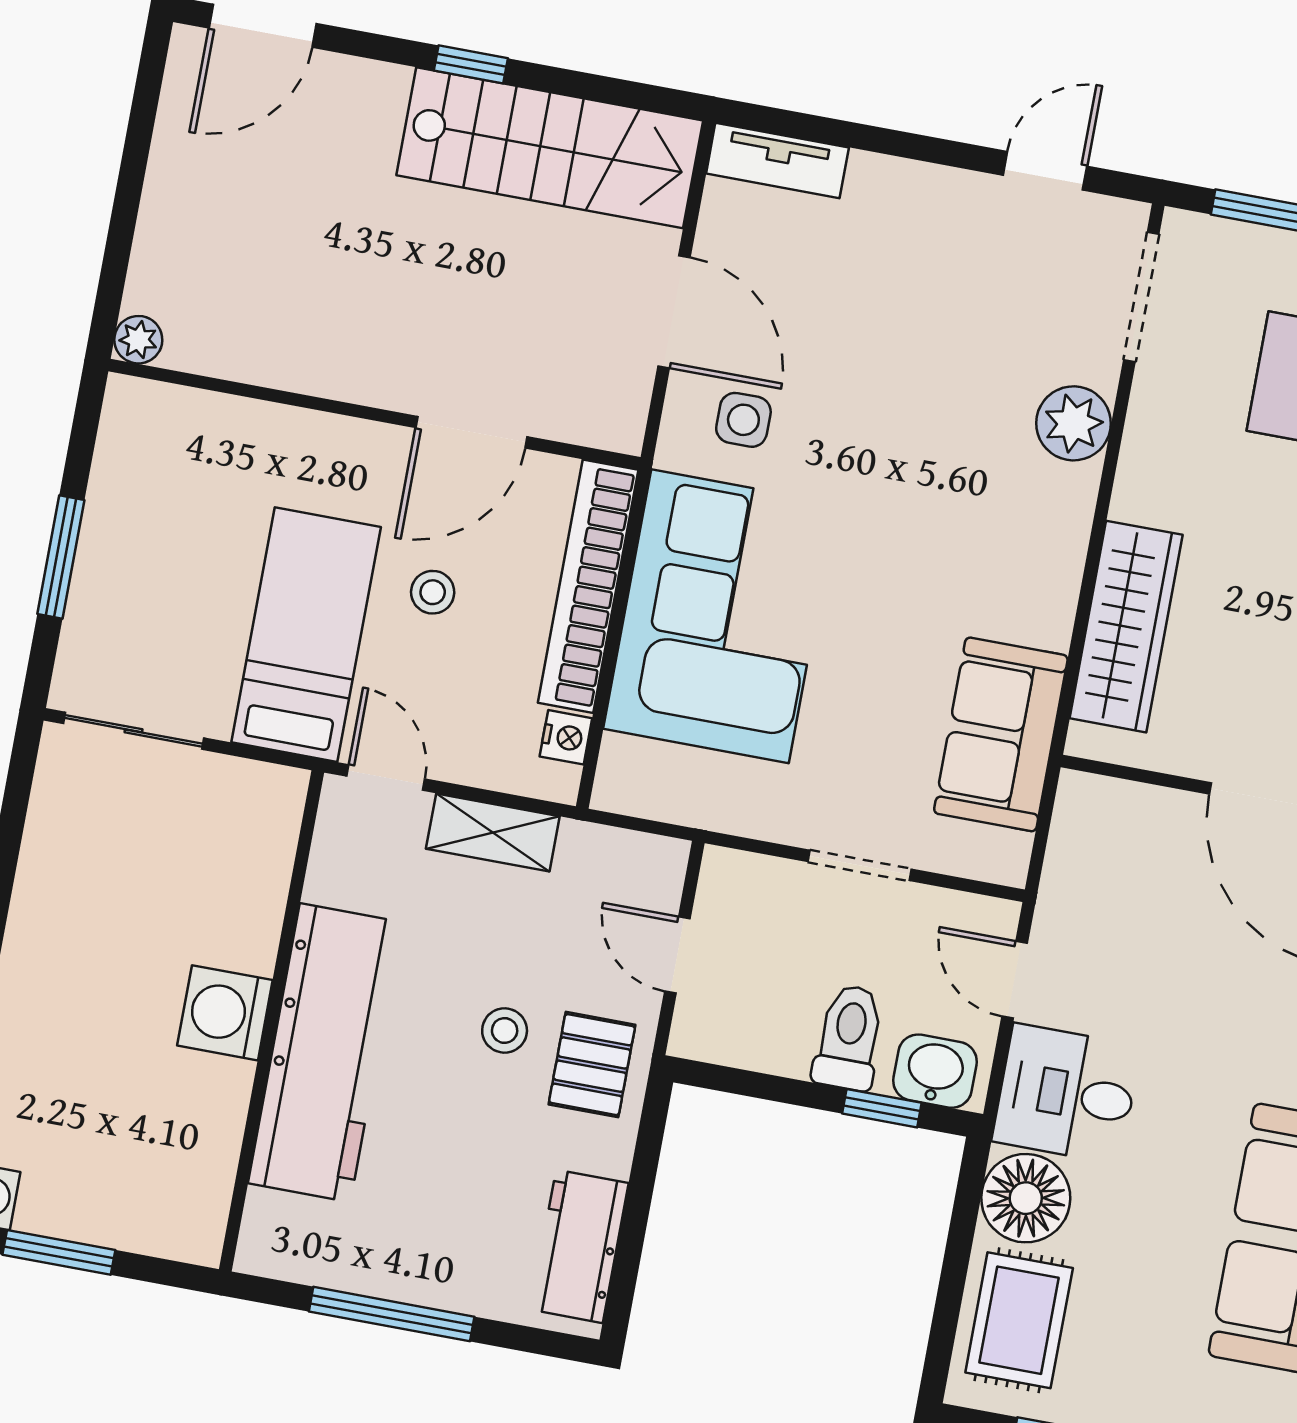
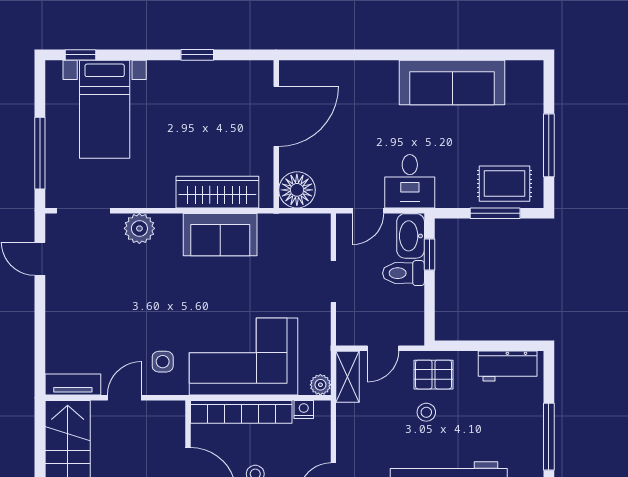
tv unit: (777, 160) -> (73, 384), moved, turned -90
door: (674, 312) -> (124, 398), width x0.73
sofa: (1001, 734) -> (220, 235), moved
plant: (618, 788) -> (320, 385), added
shelving: (493, 833) -> (348, 377), moved
washbasin: (935, 1071) -> (411, 236), width x1.38
floor lamp: (1026, 1198) -> (297, 190), moved
window: (952, 1284) -> (495, 213), added

